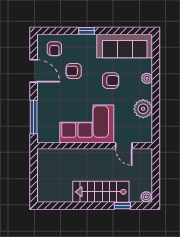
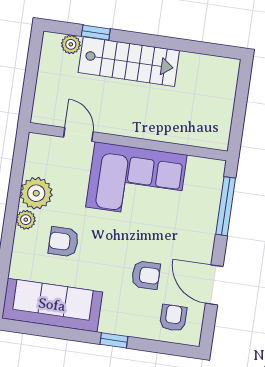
plant: (147, 78) -> (26, 220), moved
armchair: (111, 81) -> (63, 242), moved
plant: (146, 197) -> (71, 44), moved

